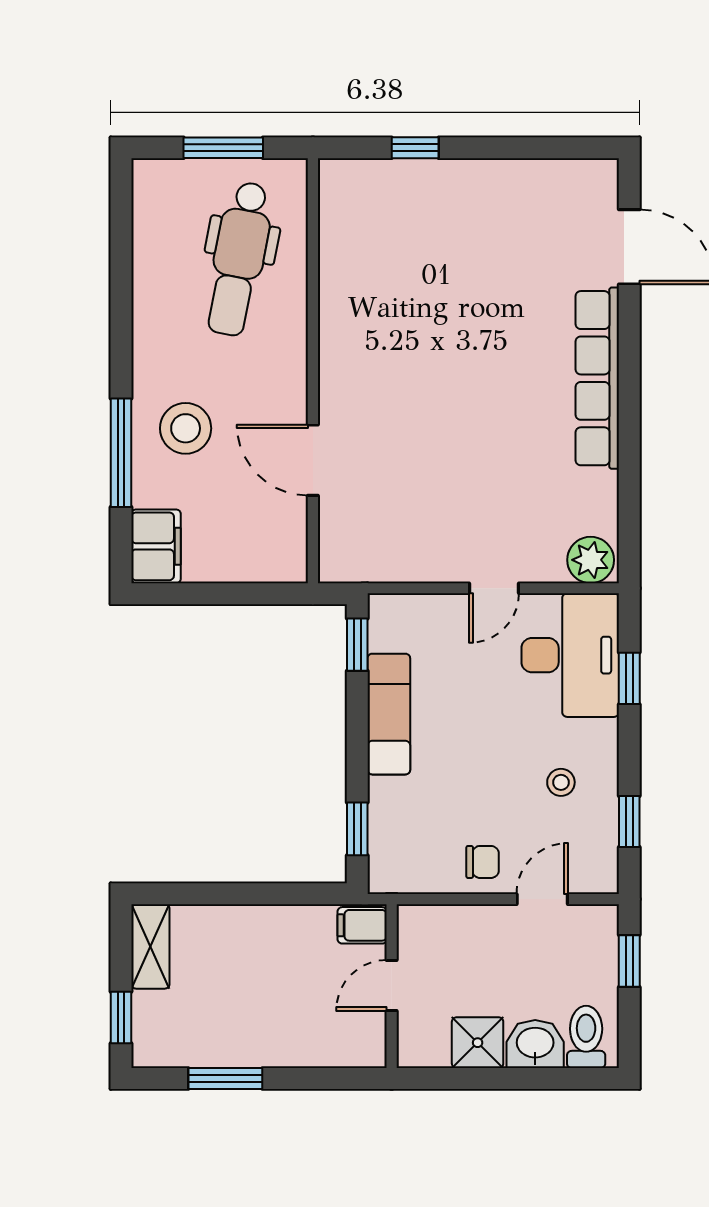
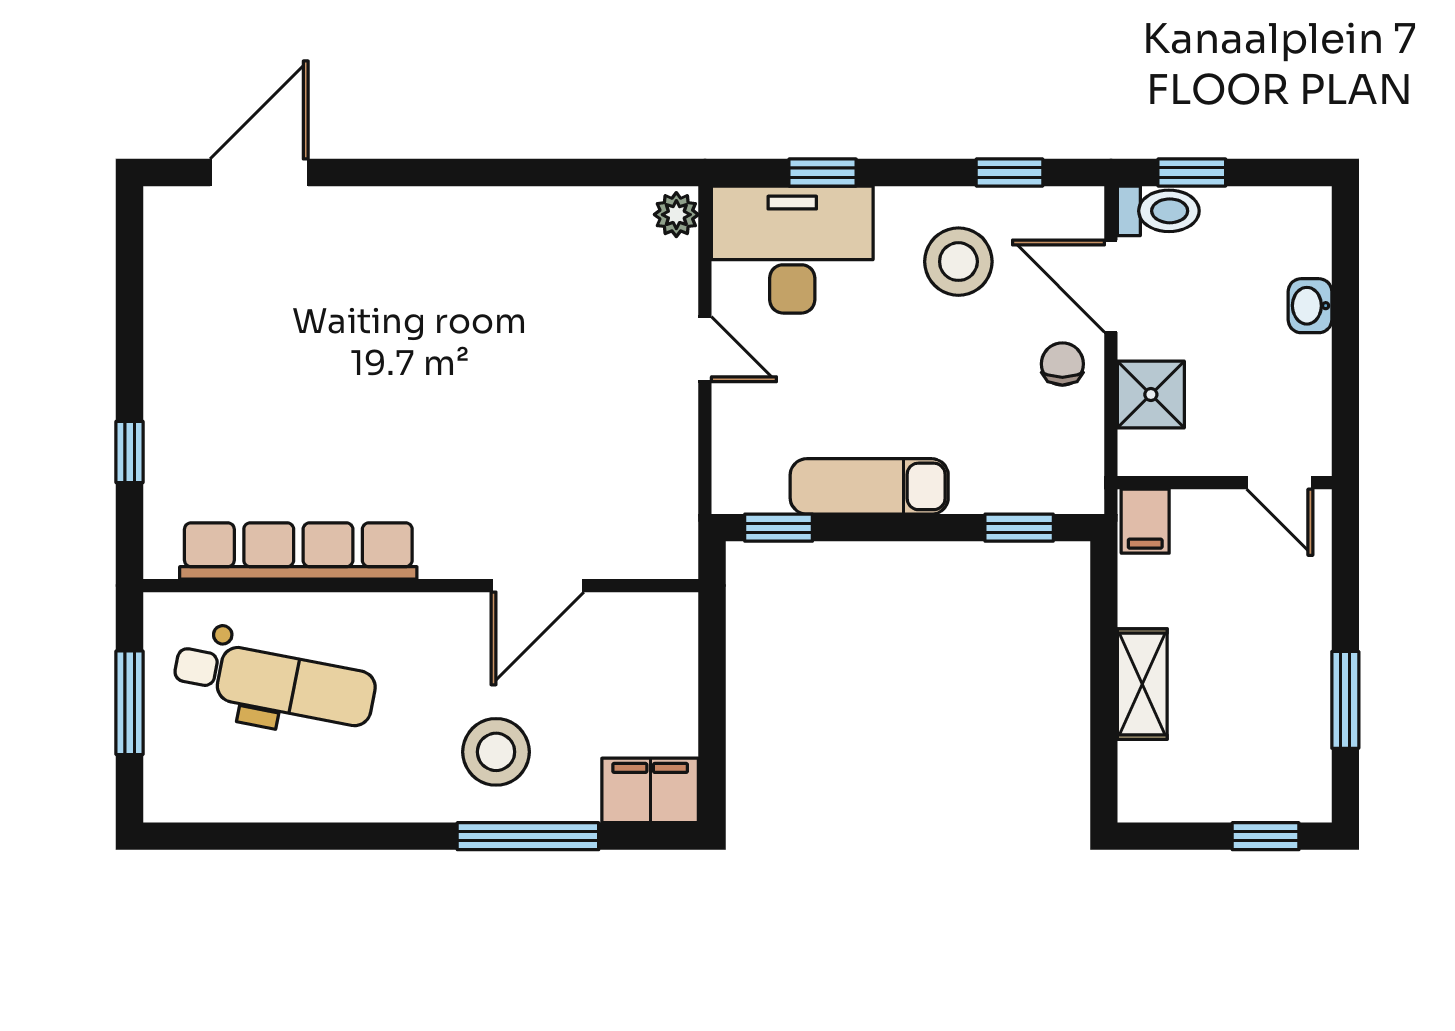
row of seats: (597, 378) -> (298, 551), moved, turned 180
plant: (591, 560) -> (676, 215), width x0.73, depth x0.73
stool: (561, 782) -> (958, 262), width x1.89, depth x1.89
door: (542, 899) -> (1111, 286), width x1.38
shelving: (150, 946) -> (1142, 684), moved, turned 90
door: (392, 985) -> (1280, 483), moved
toilet: (586, 1037) -> (1158, 211), moved, turned 180
shower: (478, 1043) -> (1151, 395), moved
washbasin: (535, 1044) -> (1310, 306), width x0.72, depth x0.69

